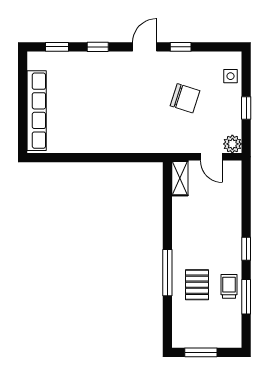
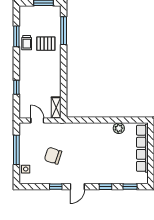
window: (246, 108) -> (16, 150), width x2.17
plant: (232, 144) -> (119, 128), moved
window: (246, 249) -> (16, 87), moved
window: (167, 273) -> (64, 31), moved
pallet: (197, 285) -> (46, 44), turned 90

